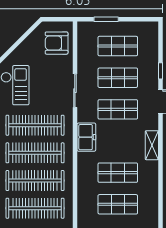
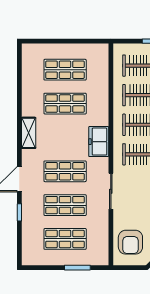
armchair: (57, 43) -> (130, 242), turned 90

